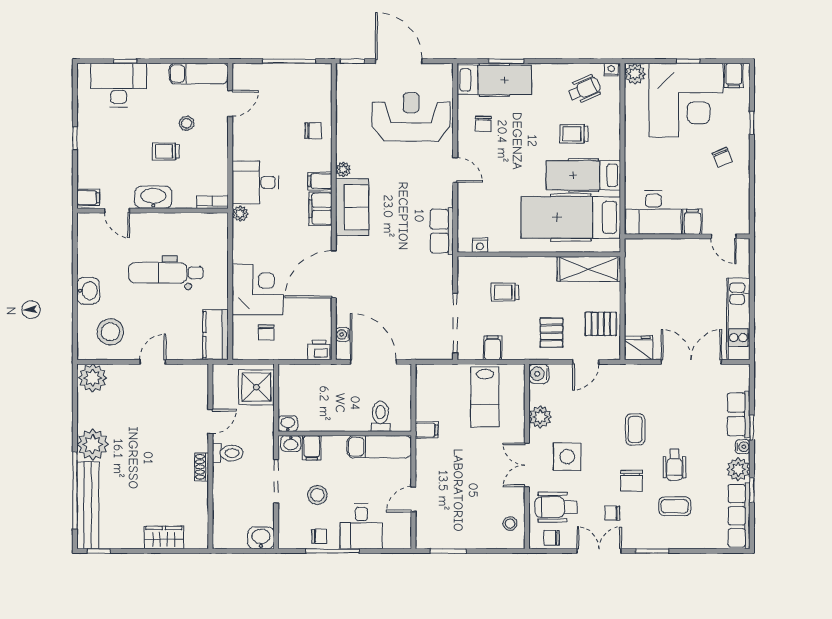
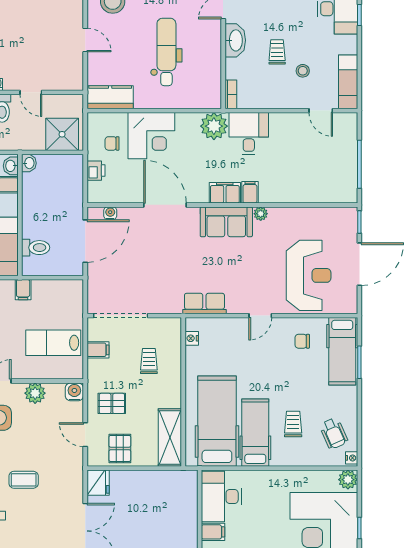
chair: (313, 131) -> (296, 186), removed
plant: (240, 214) -> (214, 126), width x1.88, depth x1.88
printer: (319, 350) -> (96, 171), moved

